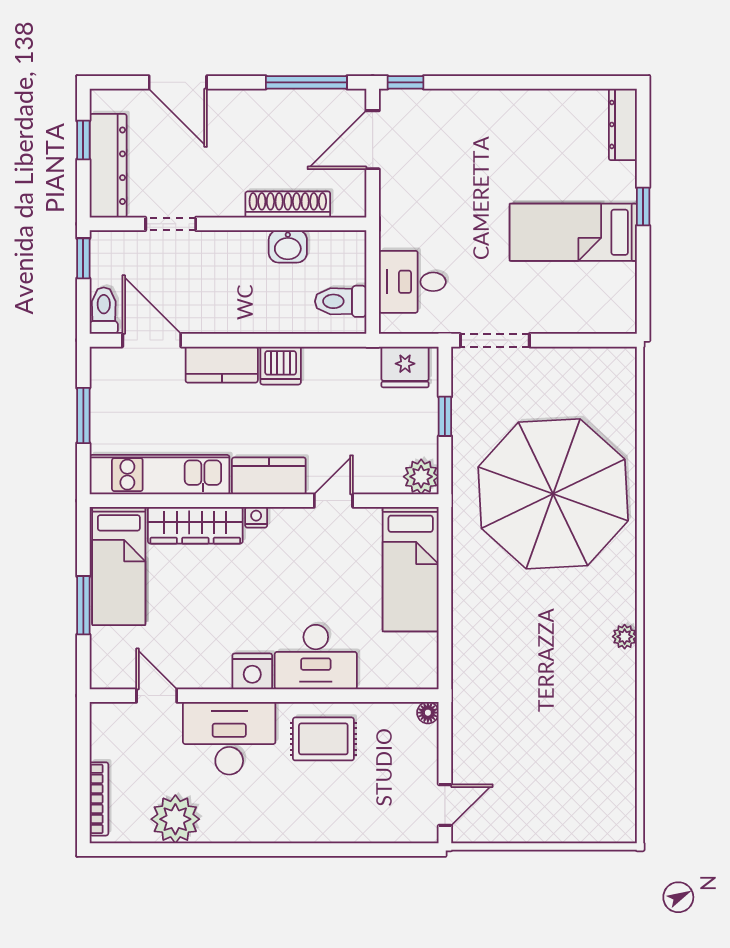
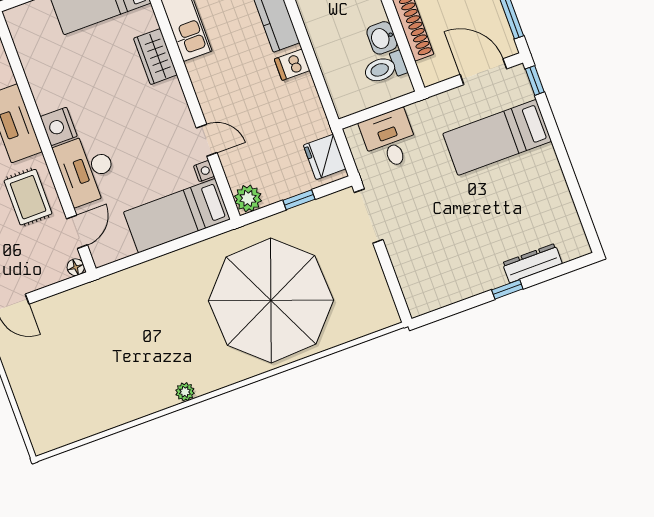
dresser: (623, 124) -> (532, 263), moved
bed: (573, 232) -> (497, 137), moved, turned -90
toilet: (341, 301) -> (385, 68), moved, turned -90
dishwasher: (281, 366) -> (292, 65), width x0.73
kitchen counter: (269, 476) -> (207, 86), removed
nightstand: (256, 517) -> (204, 171), moved
wardrobe: (195, 525) -> (155, 57), width x0.67
door: (157, 696) -> (77, 232), moved

